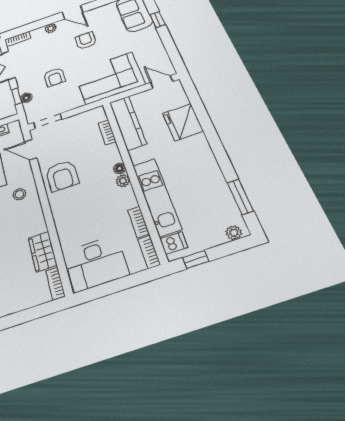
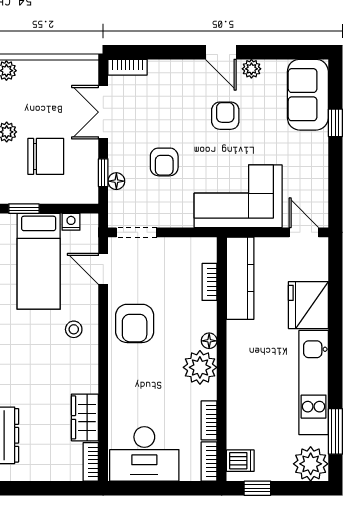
plant: (51, 28) -> (251, 69), moved
plant: (123, 181) -> (200, 367), width x1.88, depth x1.88
kitchen unit: (157, 197) -> (314, 383), moved, turned 180
plant: (234, 233) -> (311, 464), width x1.88, depth x1.88

